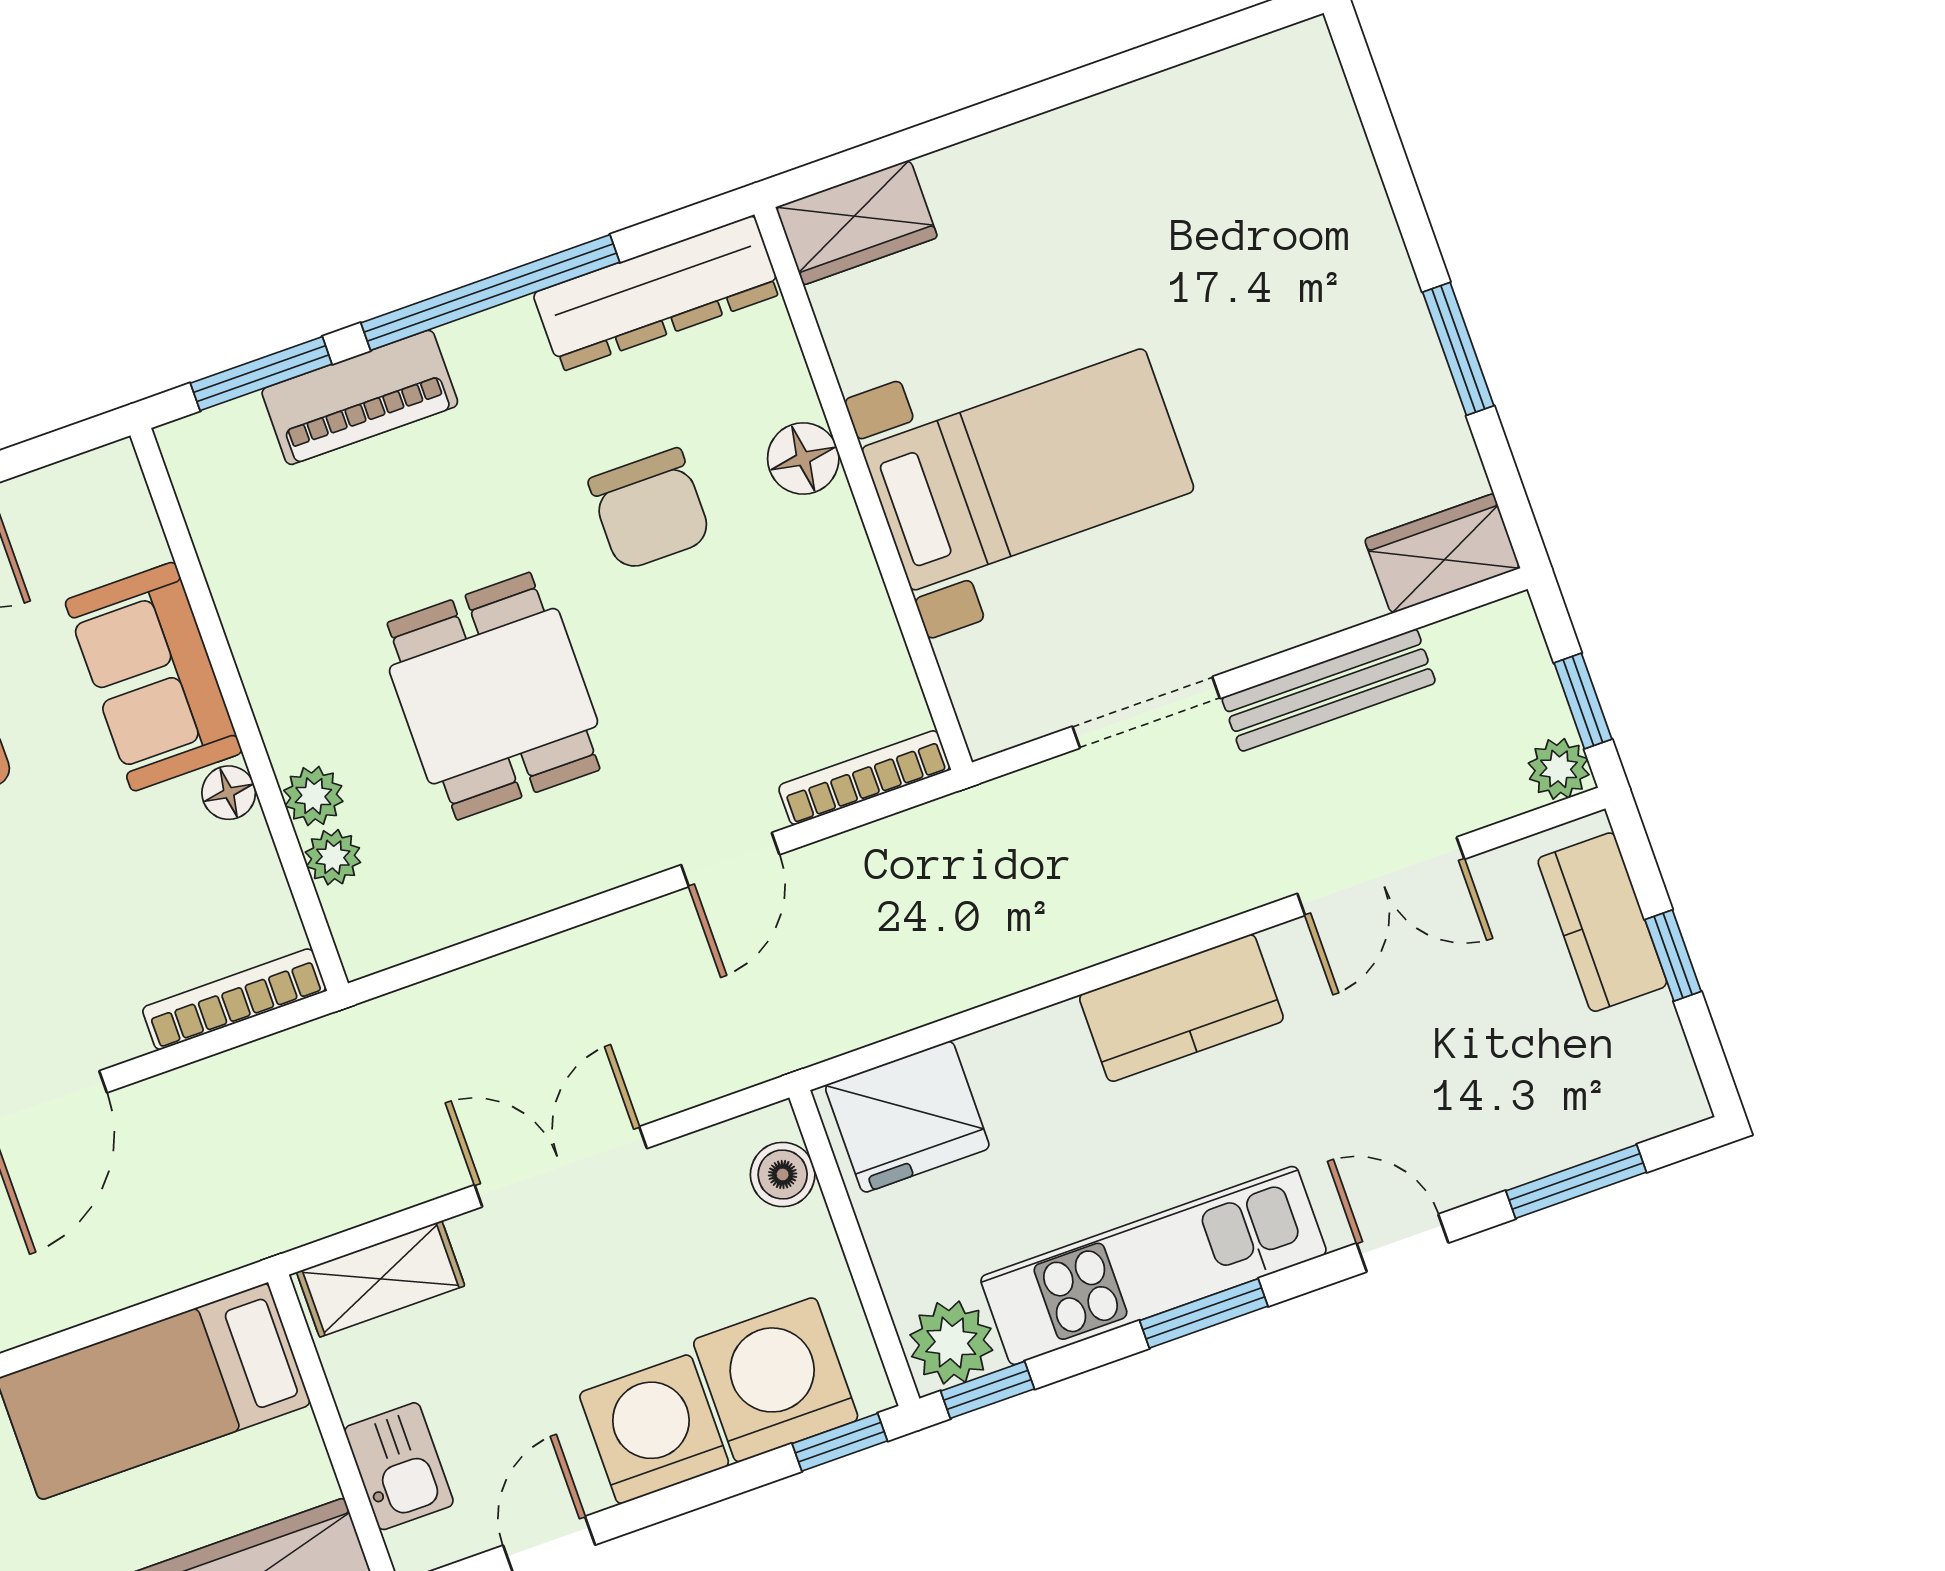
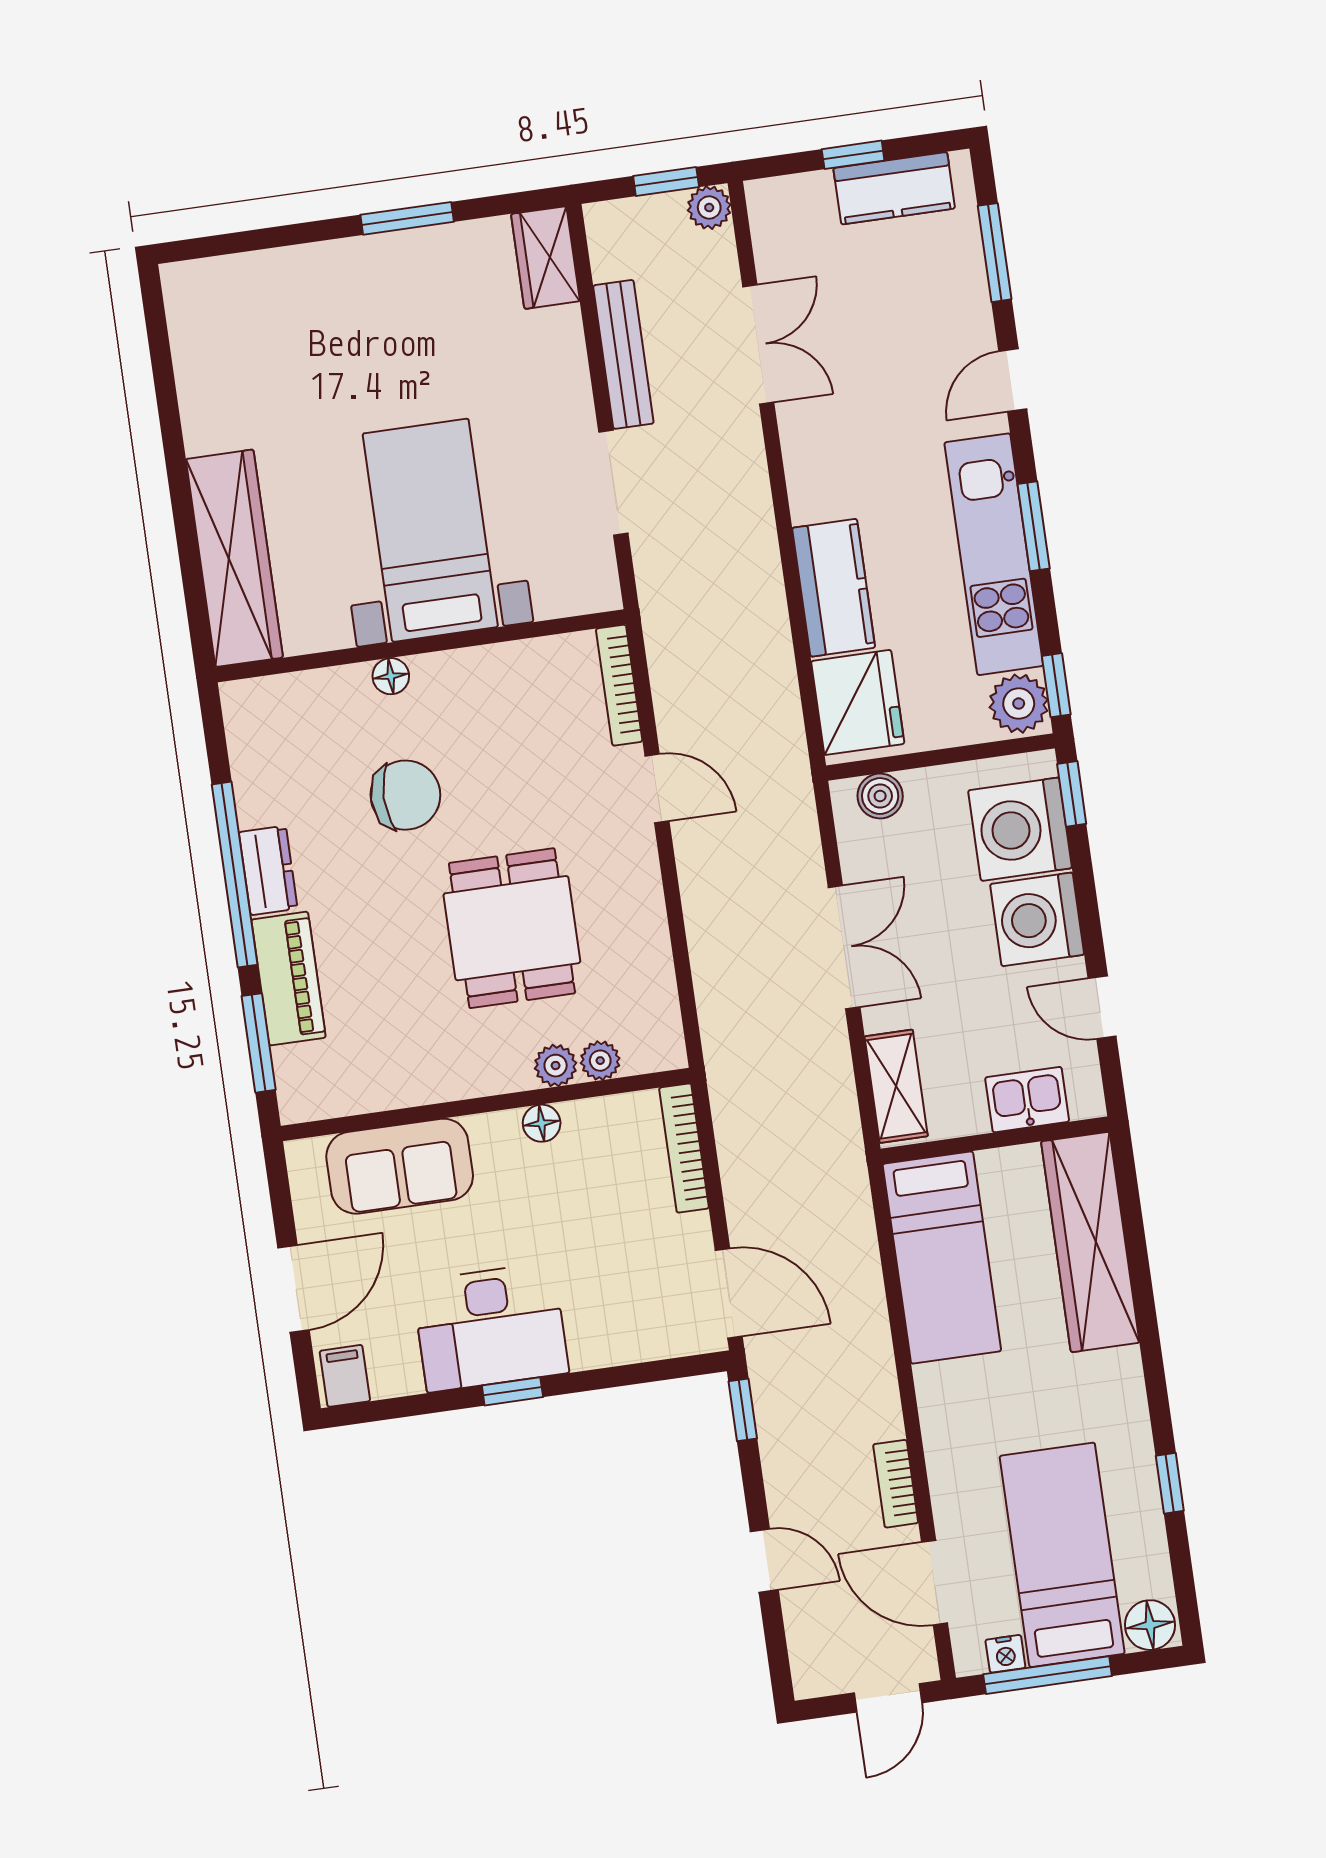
wardrobe: (857, 222) -> (234, 558), width x2.10, depth x1.17
dresser: (657, 293) -> (268, 870), moved, width x0.51, depth x0.80
floor lamp: (803, 458) -> (391, 676), width x0.73, depth x0.73
sofa: (153, 677) -> (400, 1166), moved
dining table: (494, 696) -> (512, 928), turned 90
kitchen counter: (1602, 922) -> (894, 188), moved
kitchen counter: (1181, 1008) -> (834, 588), moved
double door: (561, 1167) -> (844, 947), swing flipped

